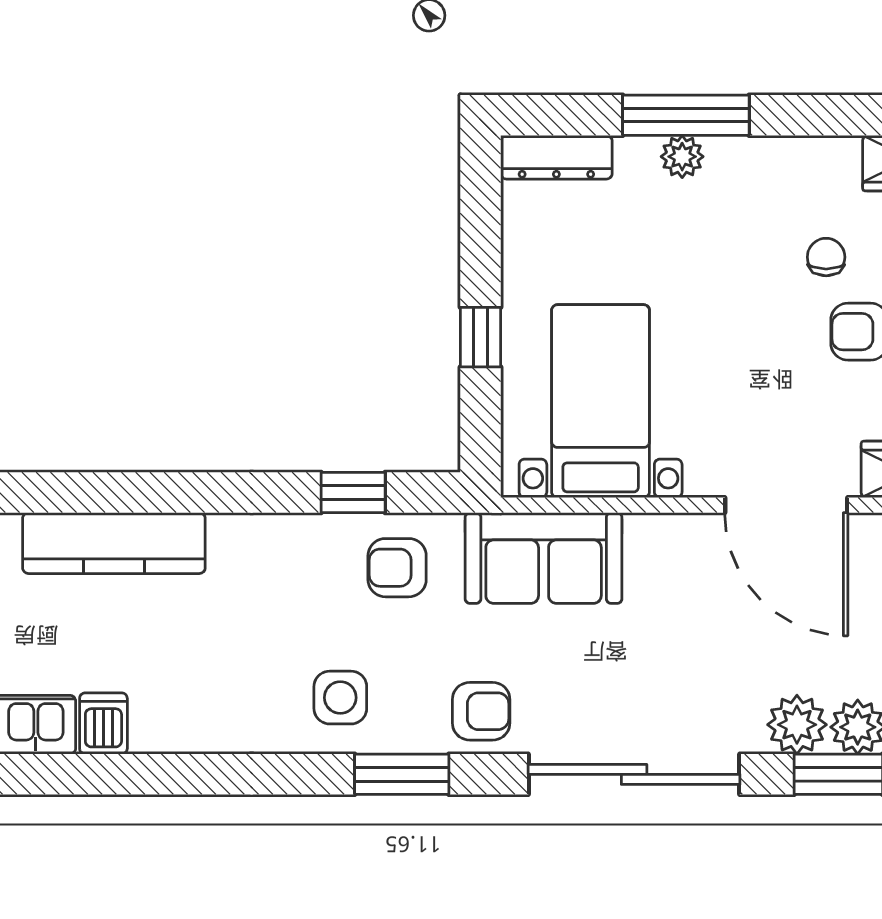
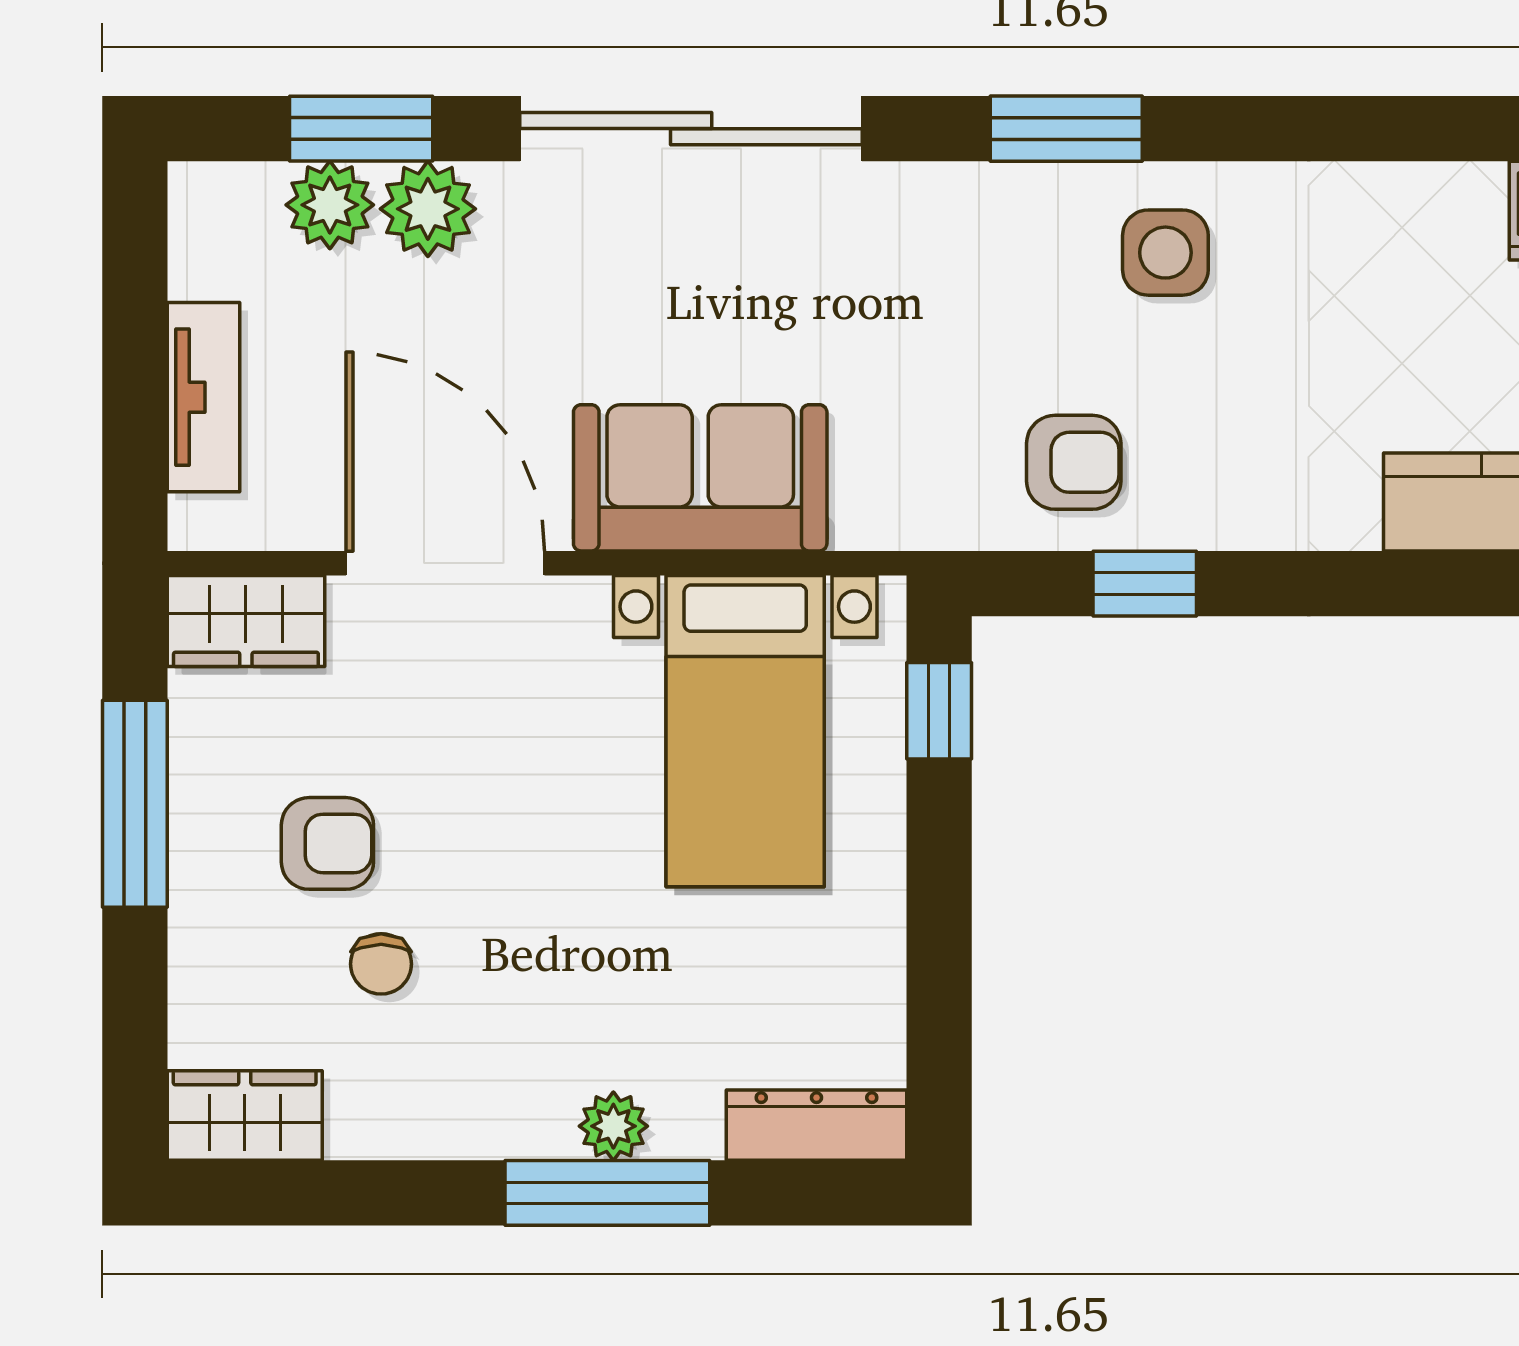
window: (480, 337) -> (939, 711), moved
sofa: (544, 558) -> (700, 478), moved
armchair: (481, 711) -> (938, 230), removed

